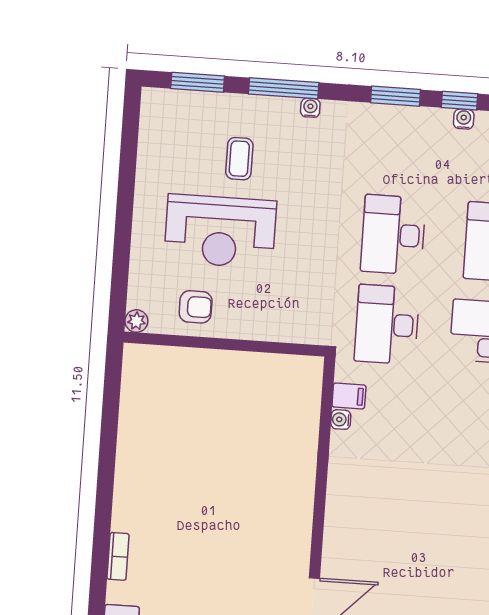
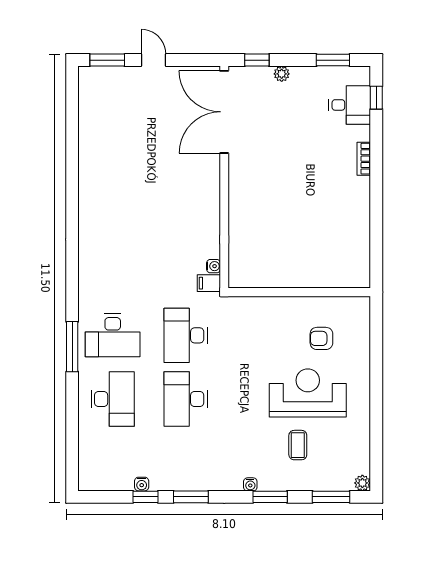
window: (284, 88) -> (270, 497), width x0.69
desk: (393, 235) -> (186, 399), turned 180
plant: (136, 321) -> (362, 483), moved
desk: (387, 325) -> (186, 335), turned 180
wall: (224, 344) -> (299, 292), moved

